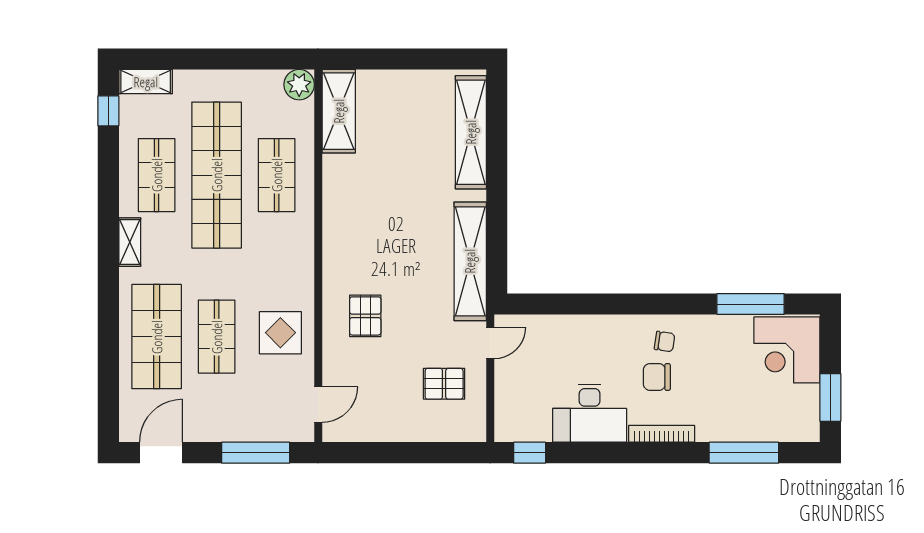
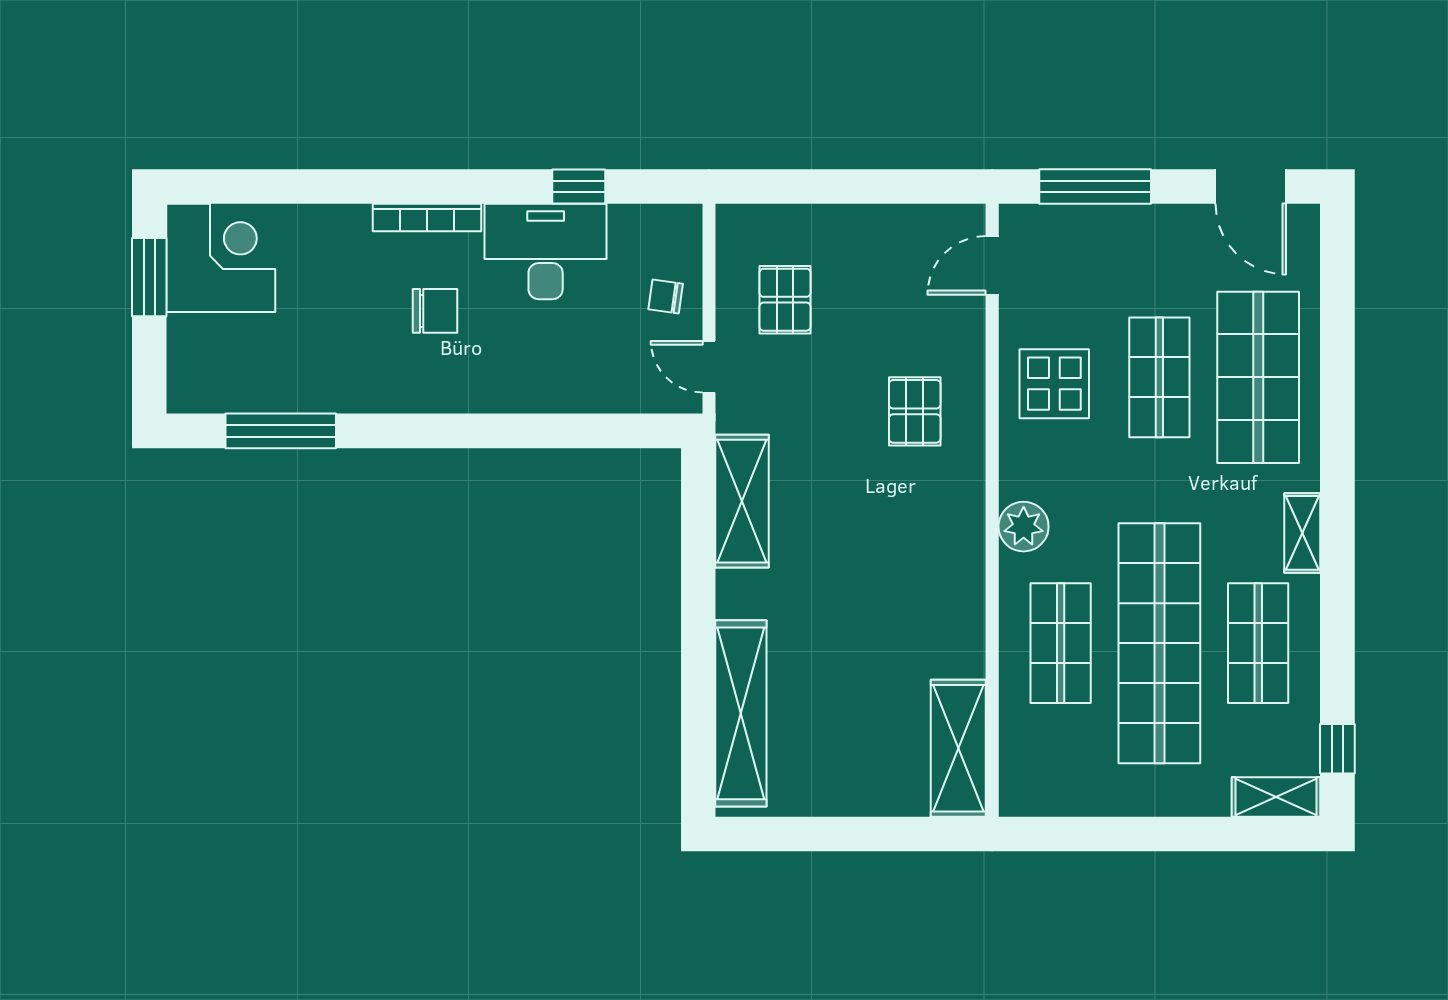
plant: (299, 85) -> (1024, 527), moved
shelving: (470, 261) -> (742, 501), width x0.68
chair: (665, 342) -> (666, 297), moved
door: (490, 343) -> (709, 367), hinge flipped
corner desk: (787, 350) -> (221, 258), moved
pallet: (444, 384) -> (785, 300), turned 90
door: (161, 453) -> (1251, 186), hinge flipped
window: (530, 453) -> (579, 186), moved
window: (744, 453) -> (292, 186), removed

